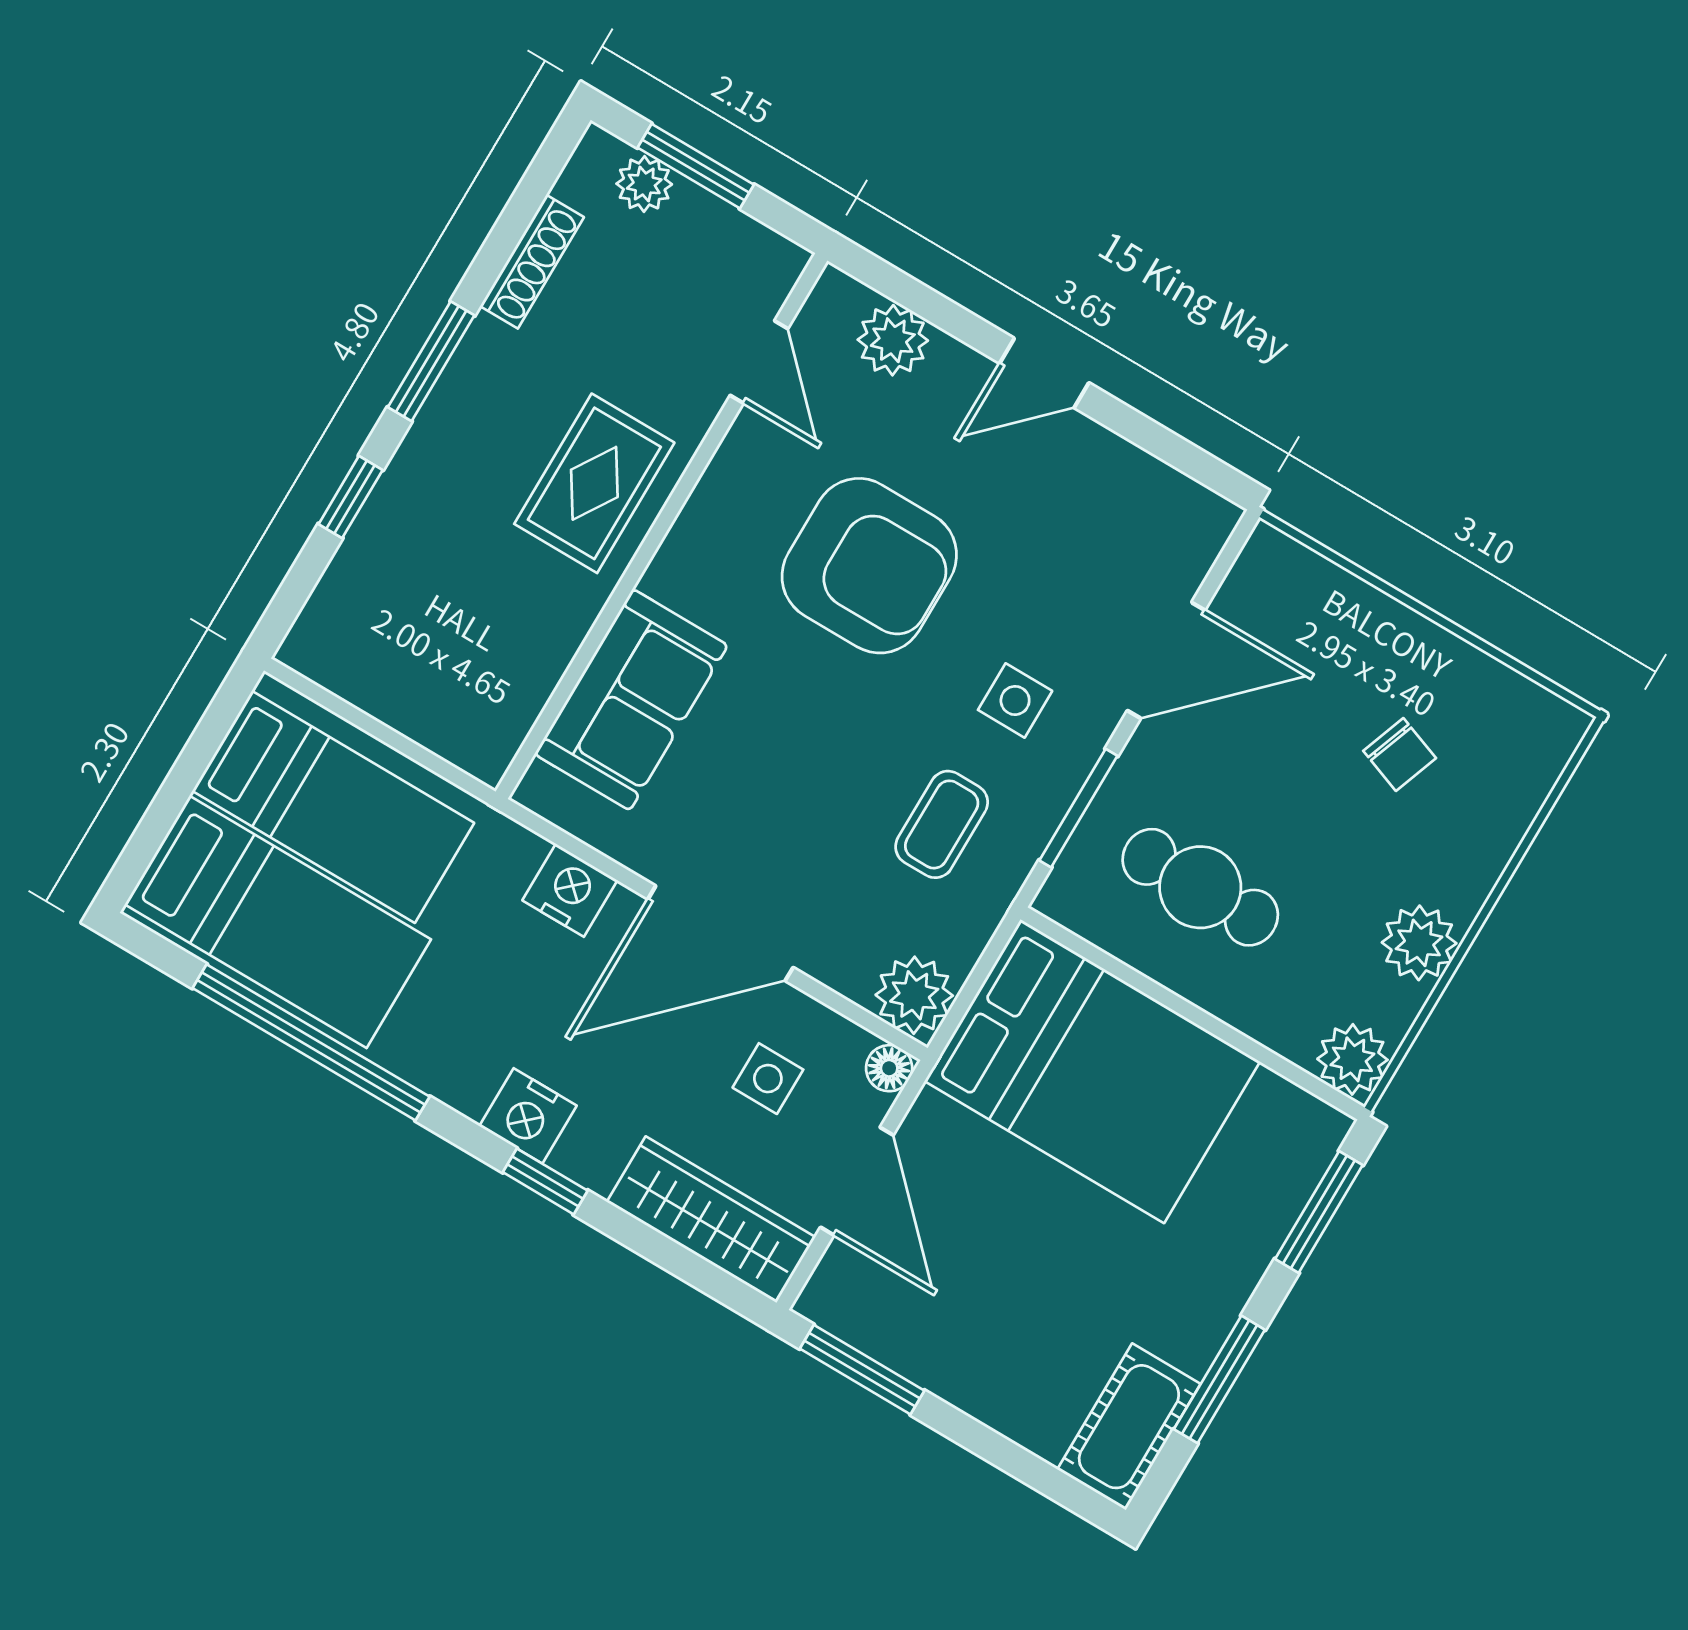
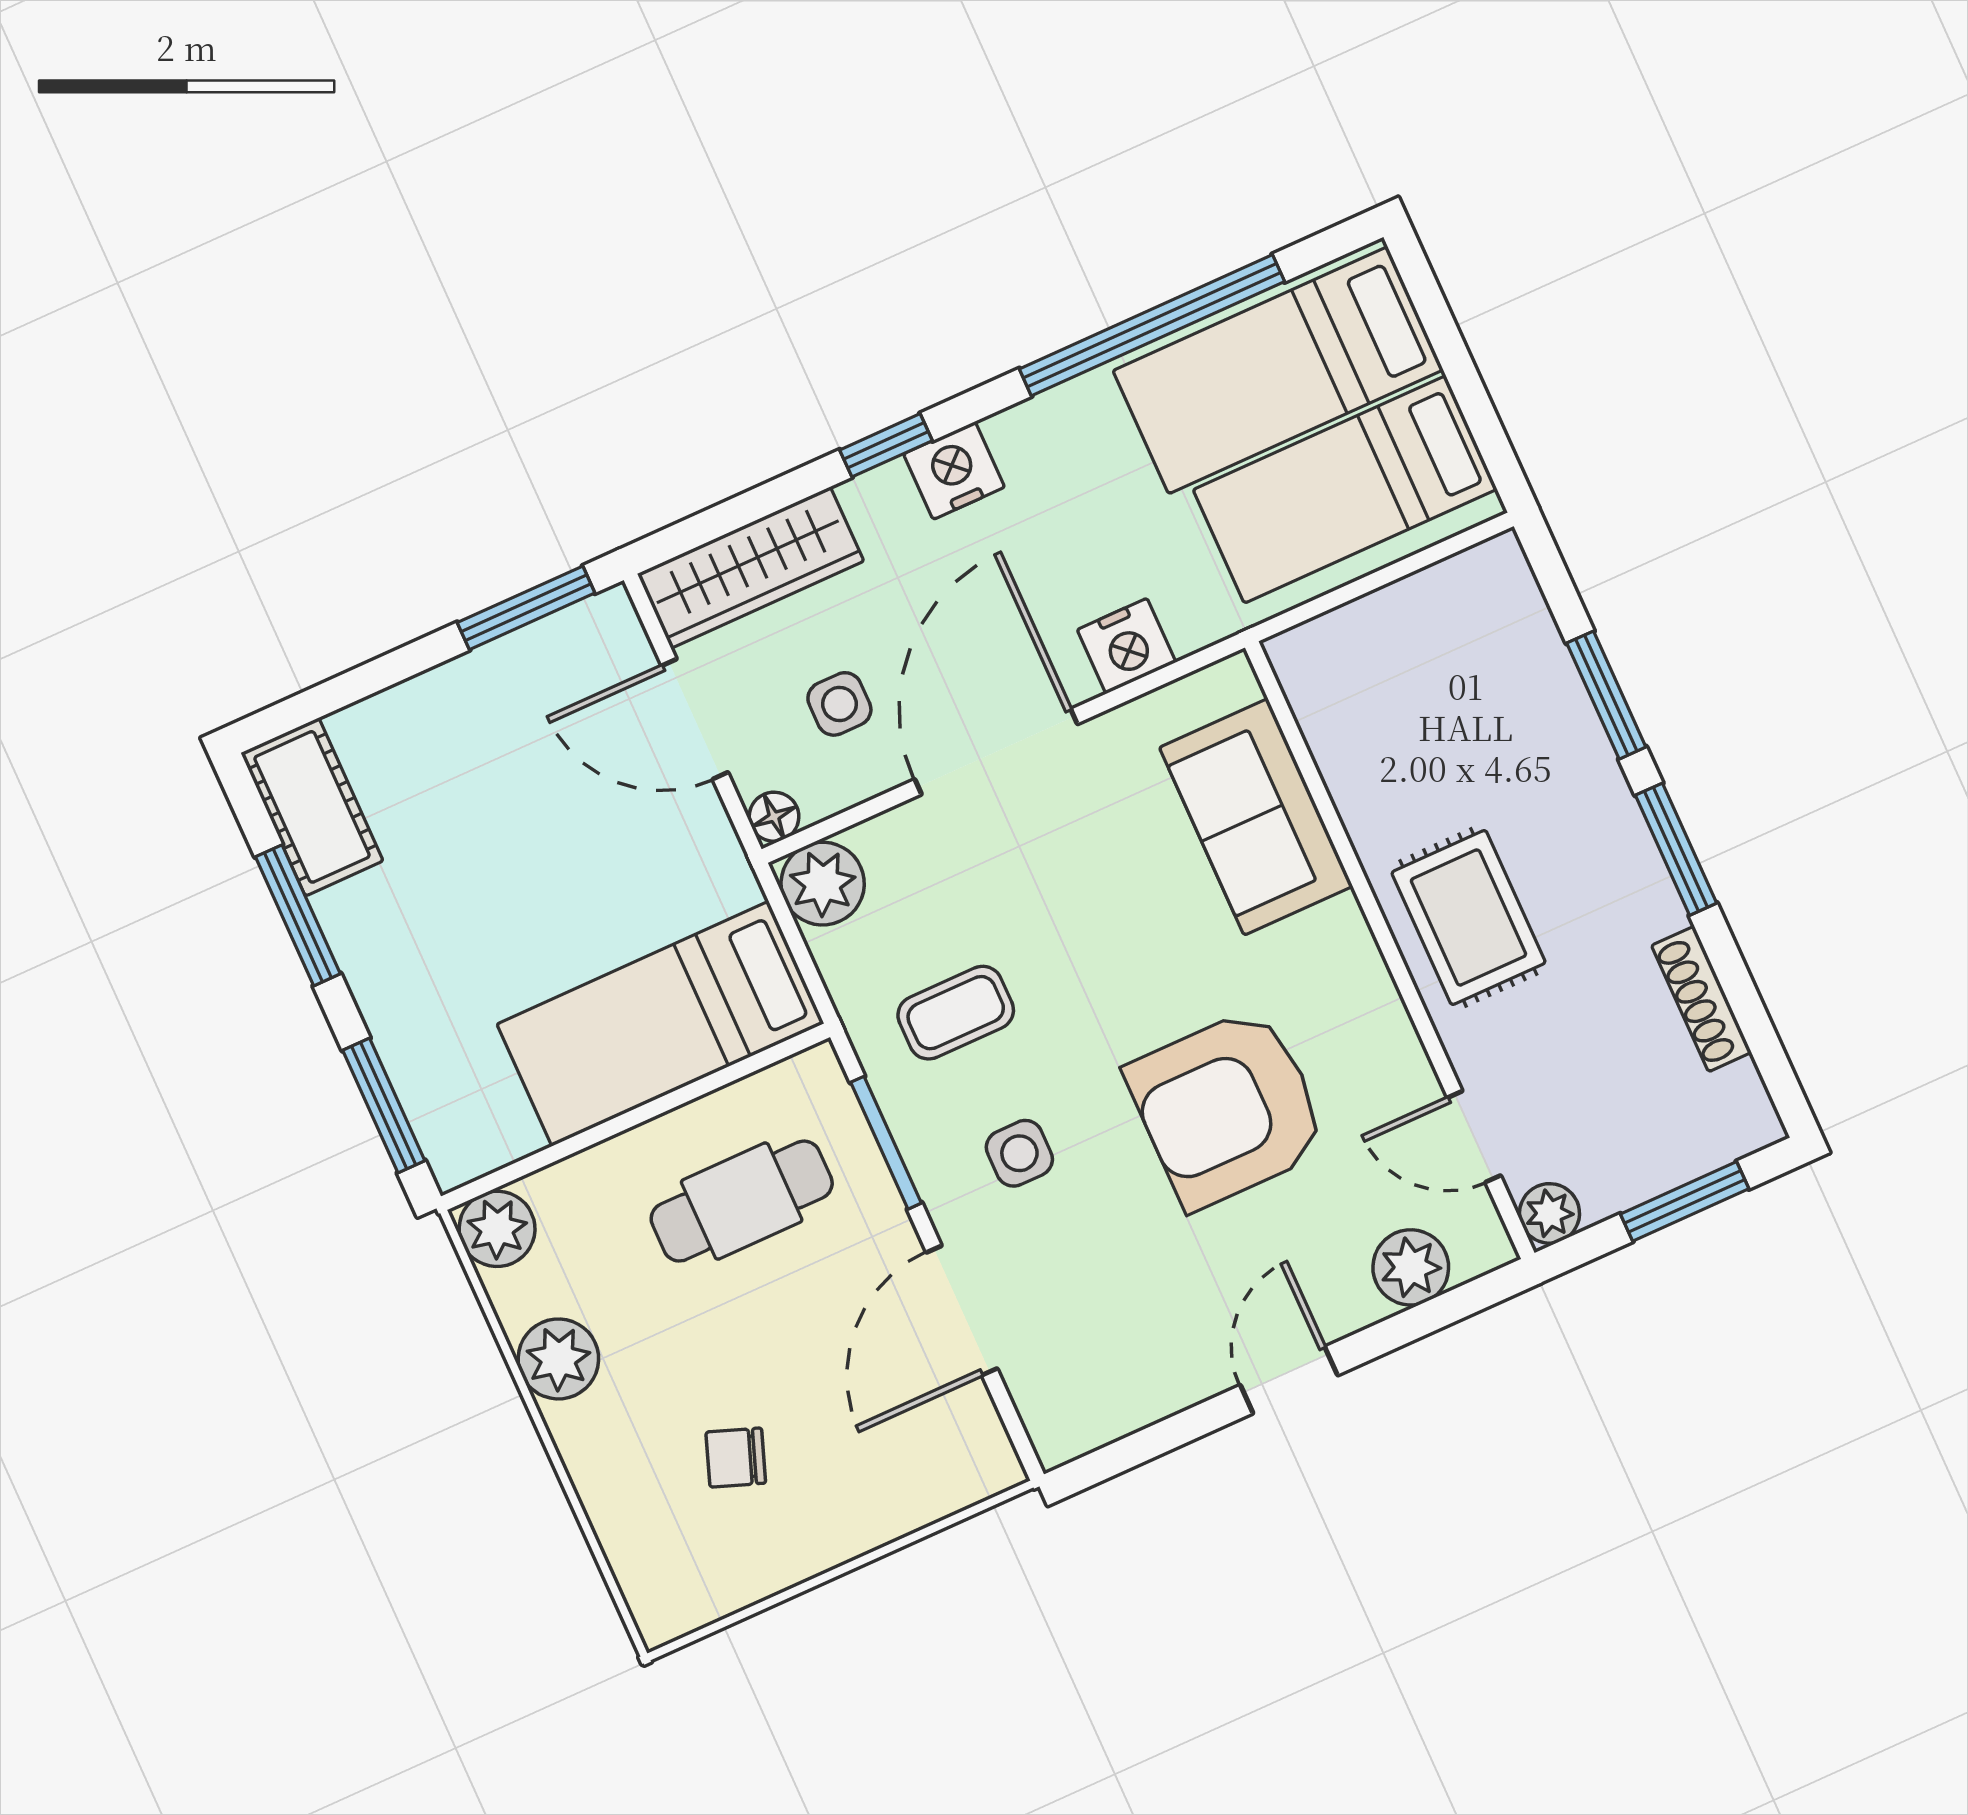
plant: (644, 184) -> (1550, 1213), moved
window: (351, 497) -> (1606, 695), width x1.50
coffee table: (942, 824) -> (956, 1013), turned 90
bed: (1092, 1071) -> (660, 1024), width x0.67

